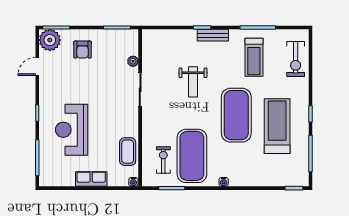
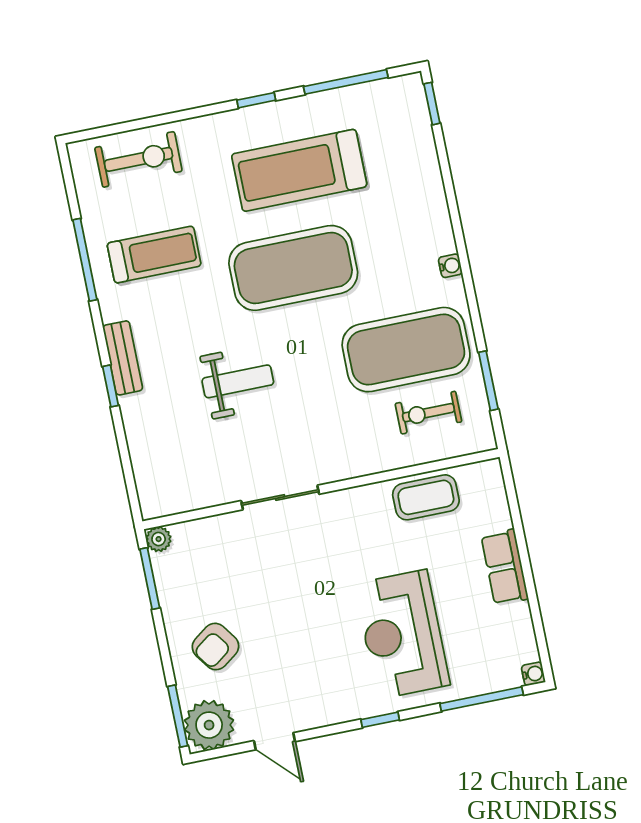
armchair: (83, 50) -> (215, 647), turned 144
plant: (133, 61) -> (159, 539), moved
reception desk: (72, 130) -> (402, 634), turned 90
water cooler: (133, 182) -> (533, 674), moved

